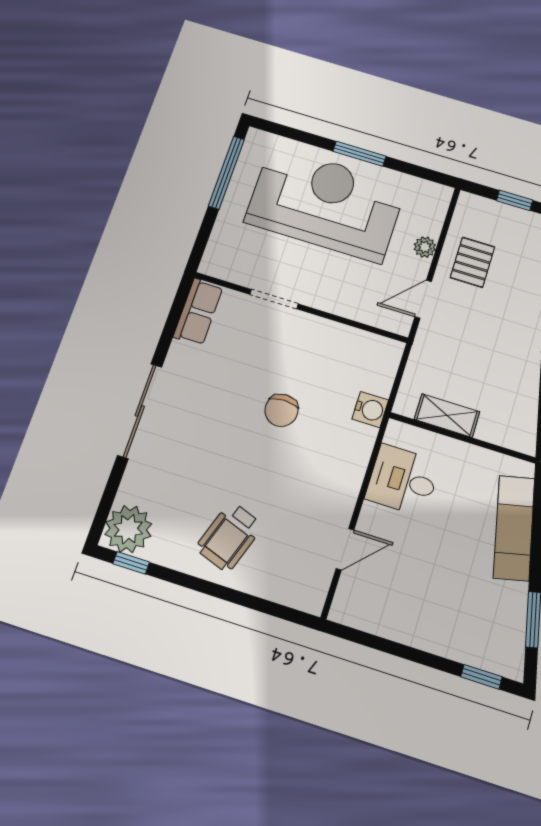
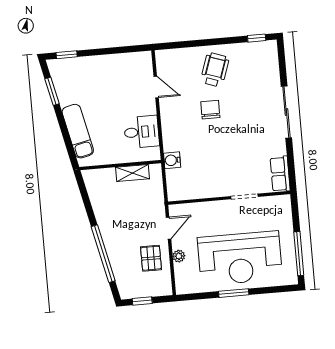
chair: (281, 410) -> (210, 110), moved
plant: (128, 529) -> (265, 53), removed
door: (345, 549) -> (156, 87), swing flipped

